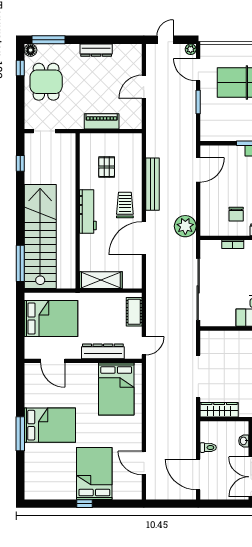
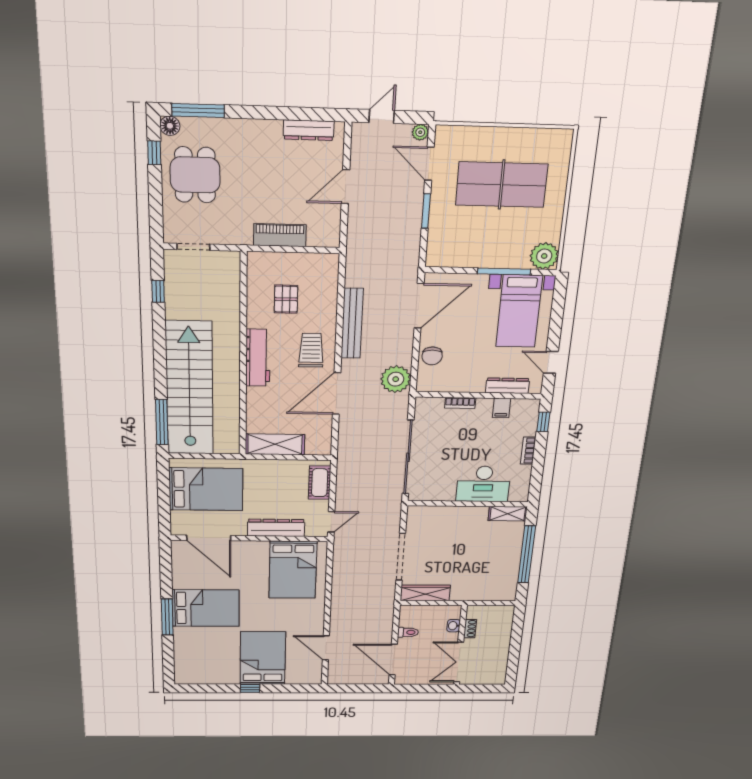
dresser: (96, 50) -> (309, 130), moved
door: (198, 170) -> (419, 306), width x1.36
chair: (236, 214) -> (432, 356), moved
door: (53, 361) -> (209, 538), width x1.36

